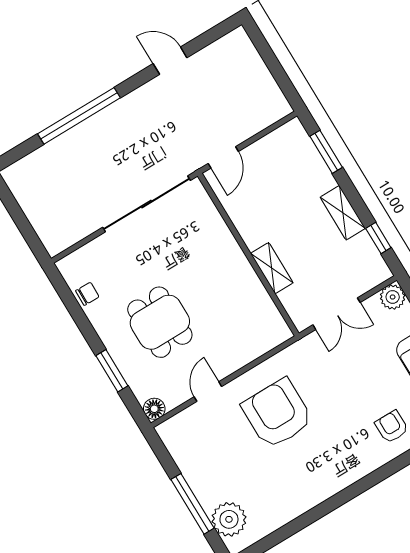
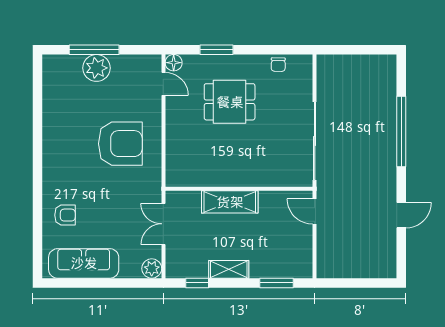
shelving: (272, 268) -> (230, 202), width x1.50, depth x1.33
door: (208, 392) -> (163, 84), moved
plant: (229, 519) -> (96, 68), moved

